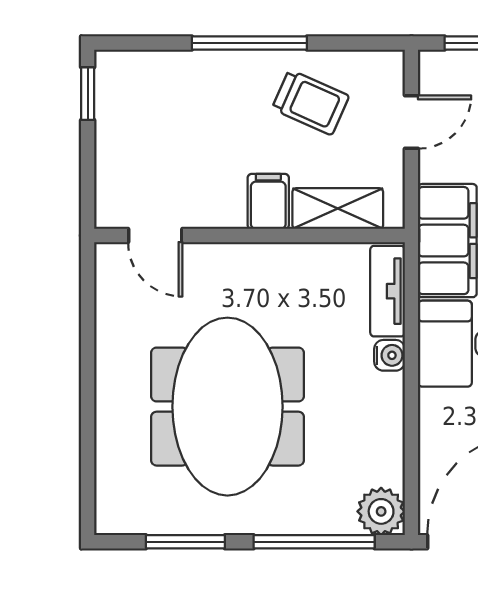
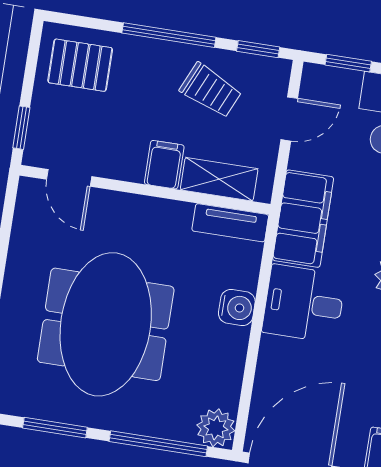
window: (360, 43) -> (258, 49), added
window: (88, 94) -> (21, 128), moved
pallet: (147, 96) -> (80, 65), added
tv unit: (388, 291) -> (230, 223), moved, turned -90
water cooler: (390, 355) -> (237, 308), width x1.38, depth x1.38

